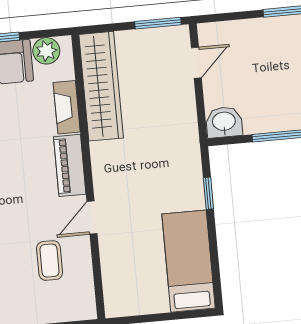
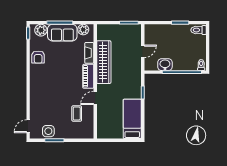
door: (196, 63) -> (143, 51), moved
wardrobe: (101, 86) -> (104, 62), moved
washbasin: (224, 122) -> (165, 65), moved

